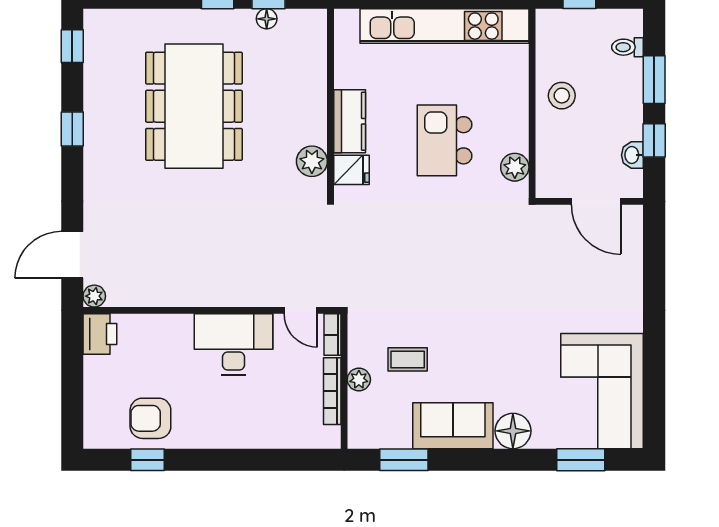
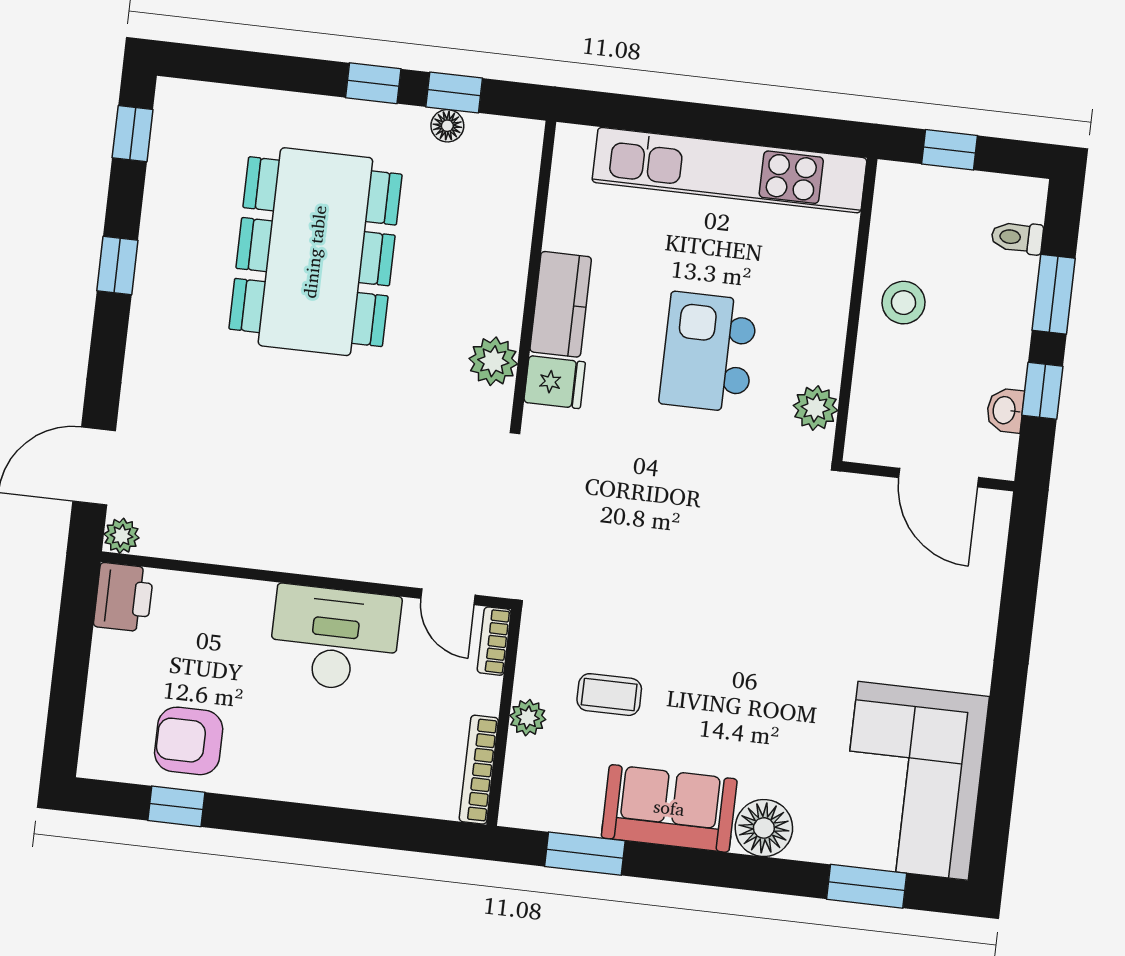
bookcase: (332, 391) -> (479, 770), moved

